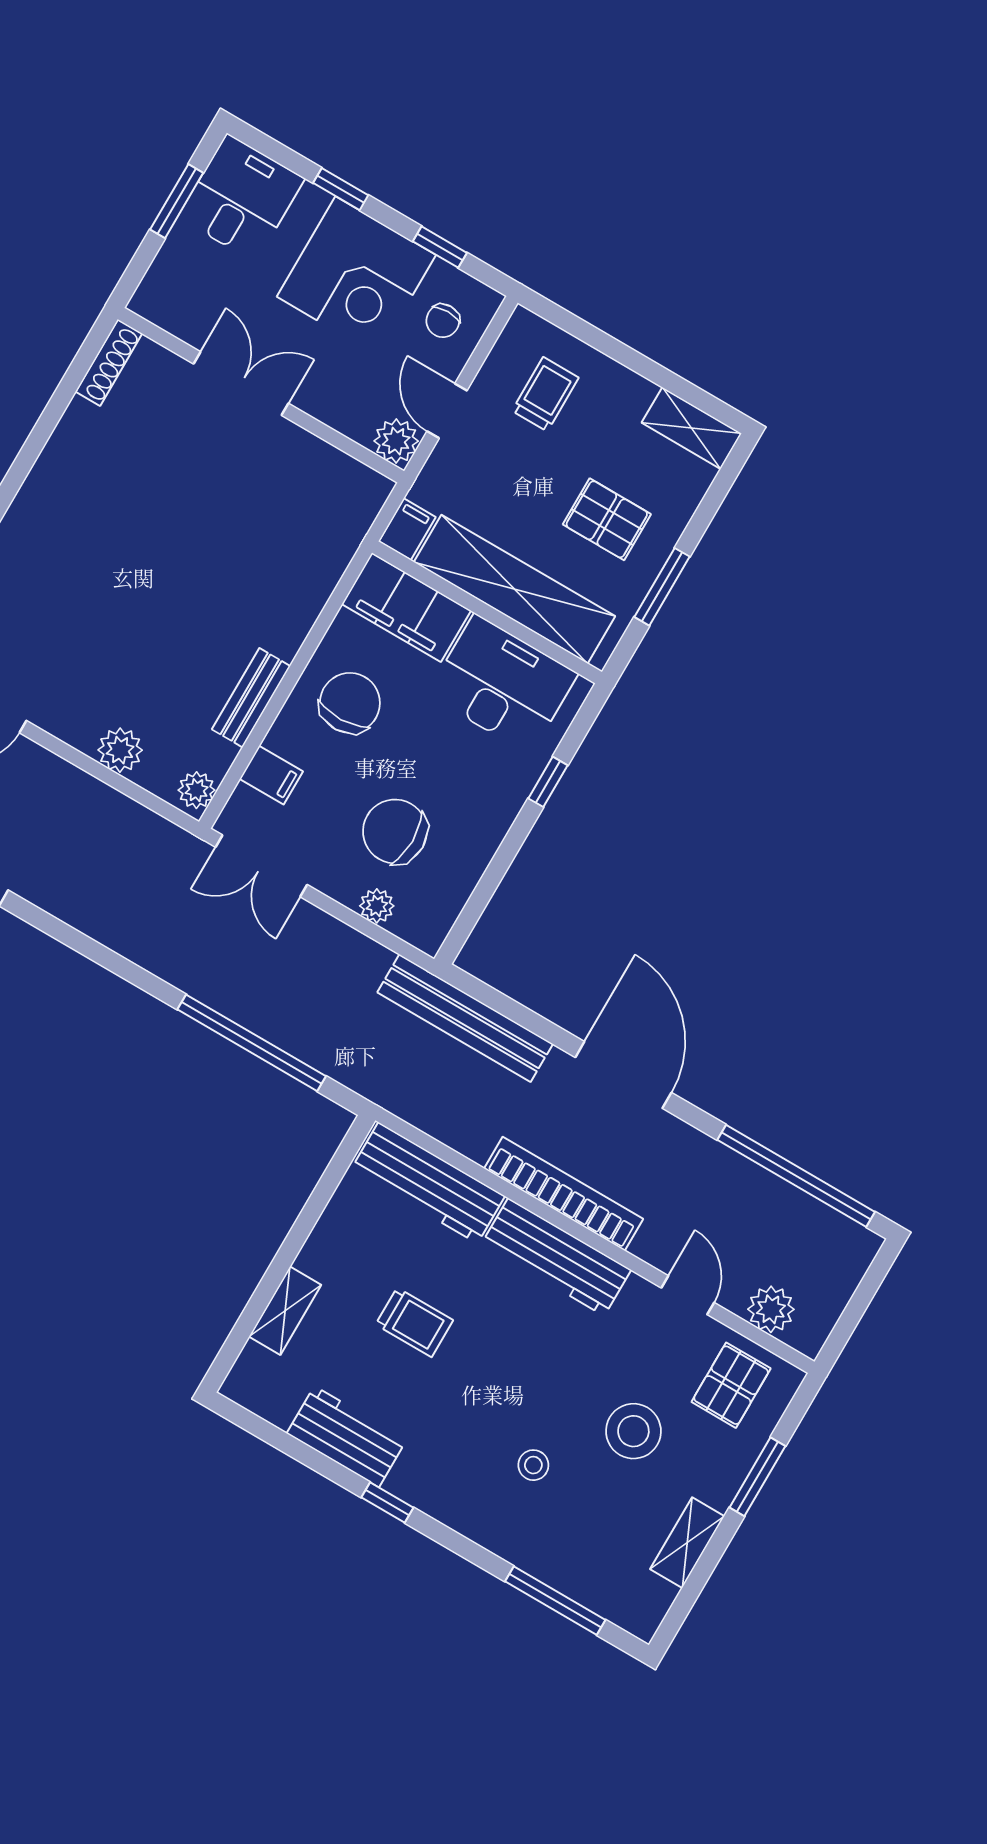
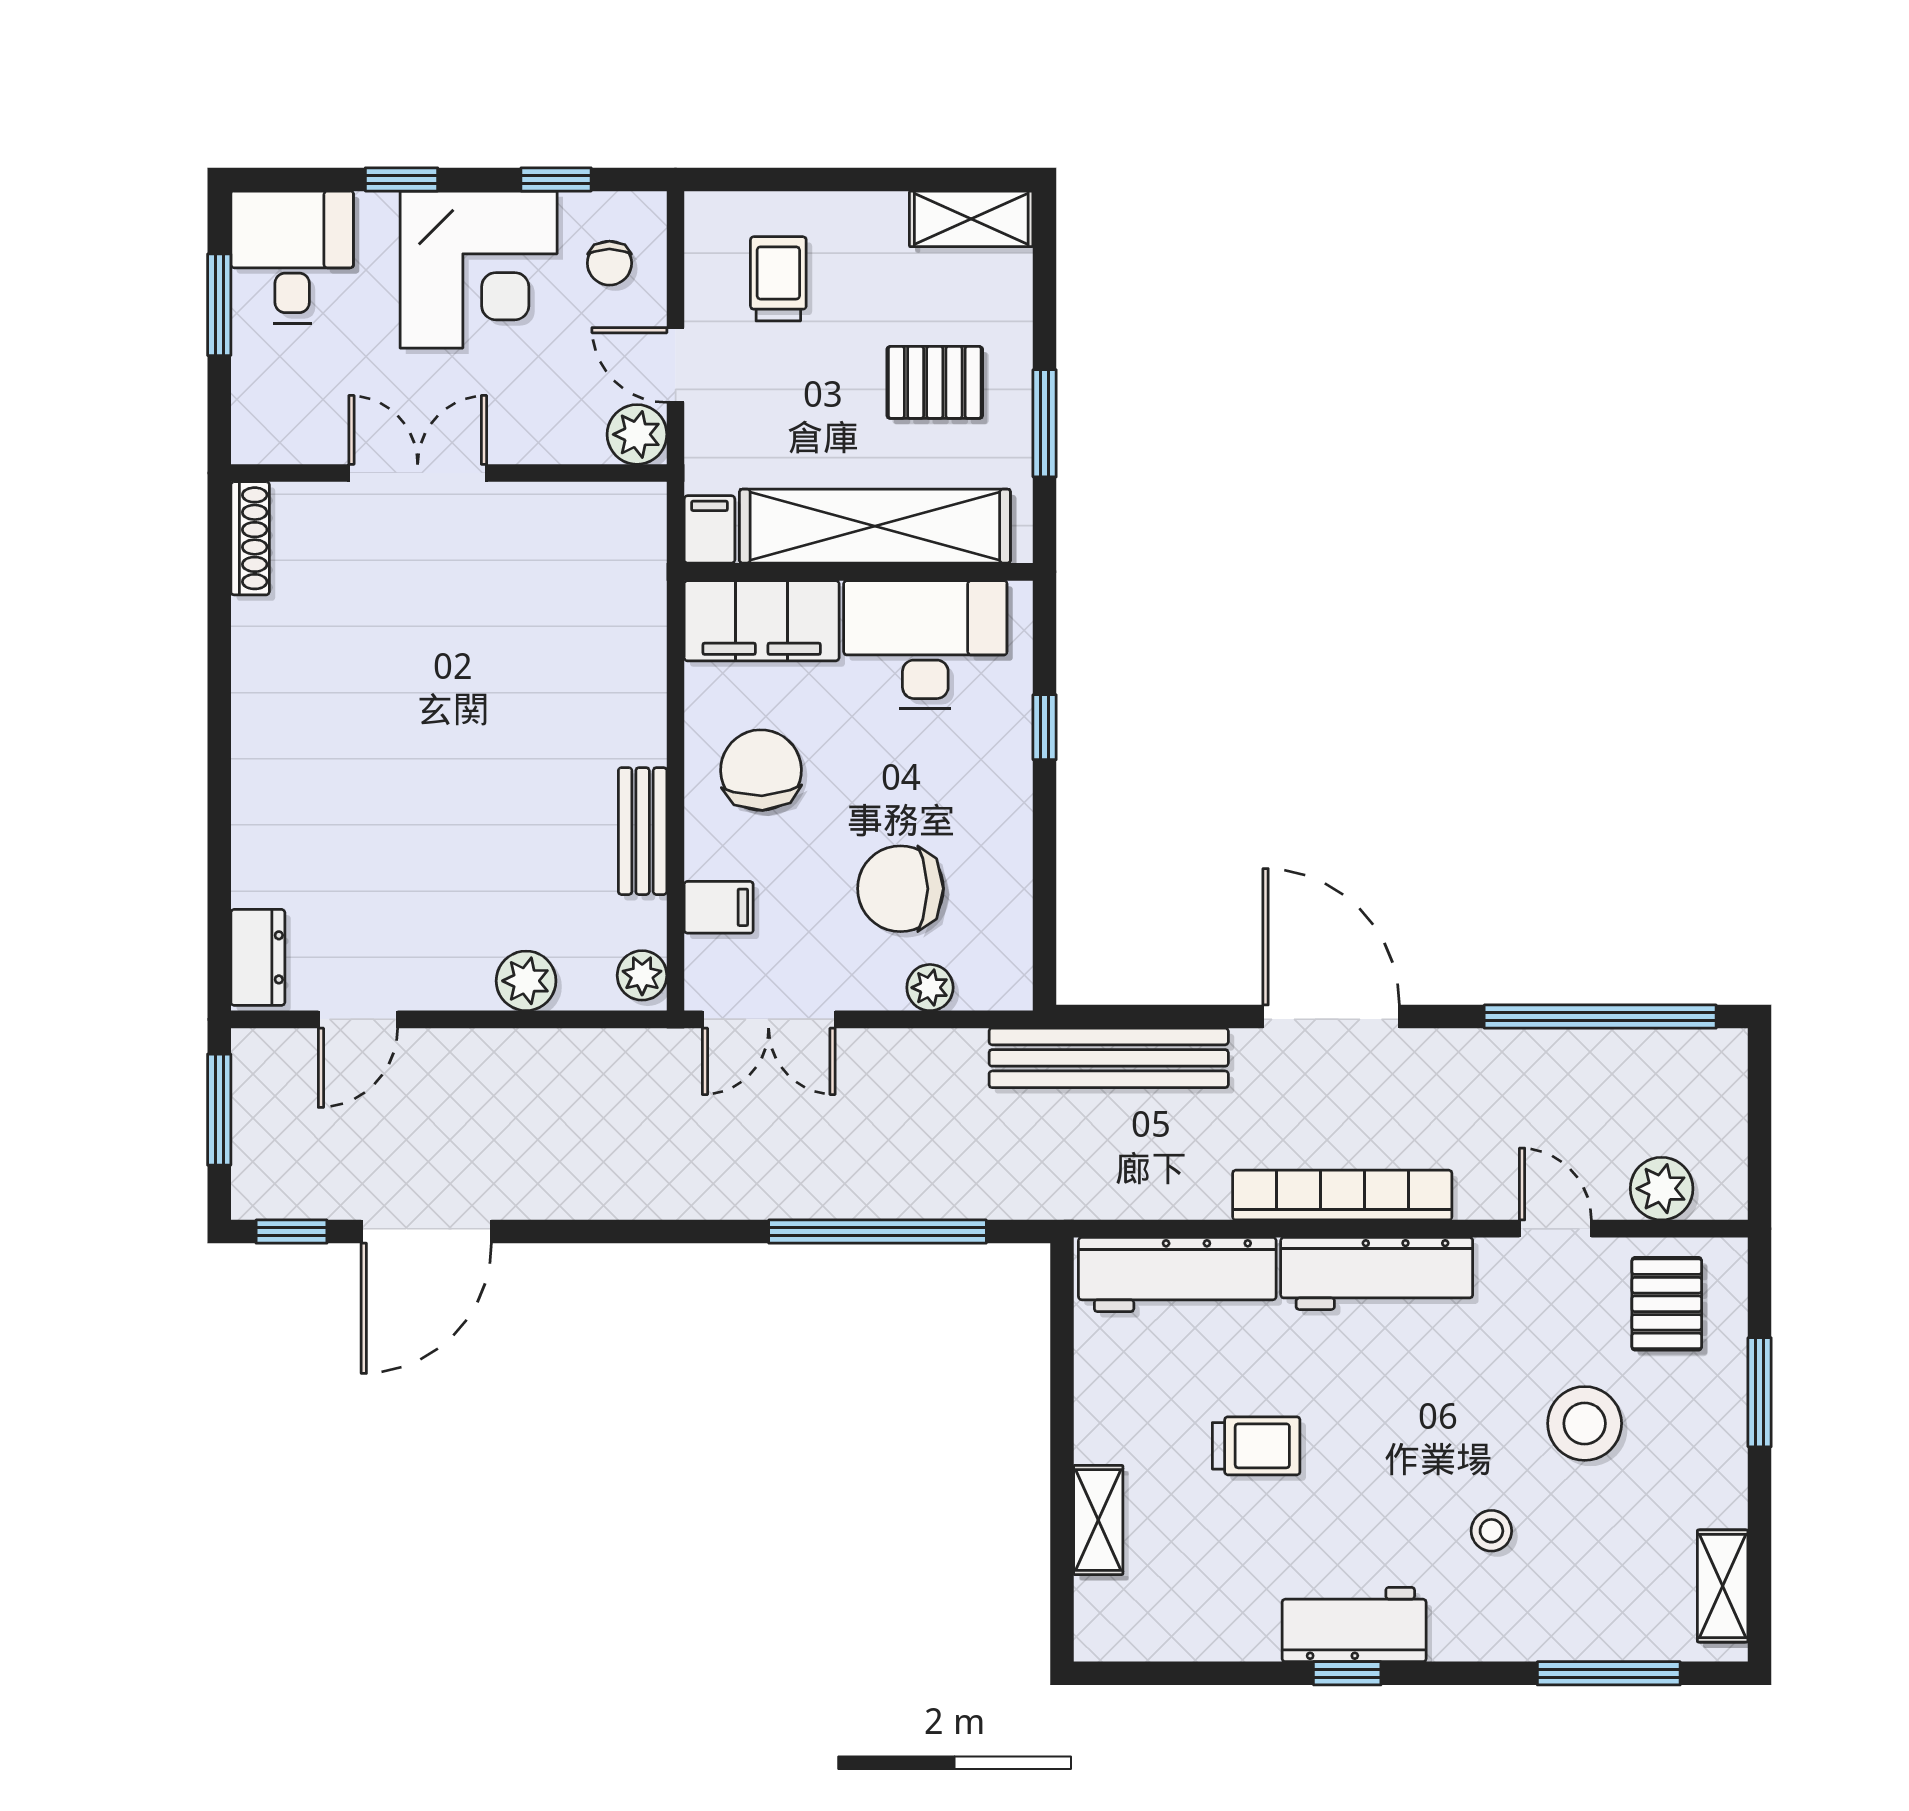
workbench: (347, 1437) -> (1354, 1624), moved
shelving: (687, 1543) -> (1723, 1586), moved

